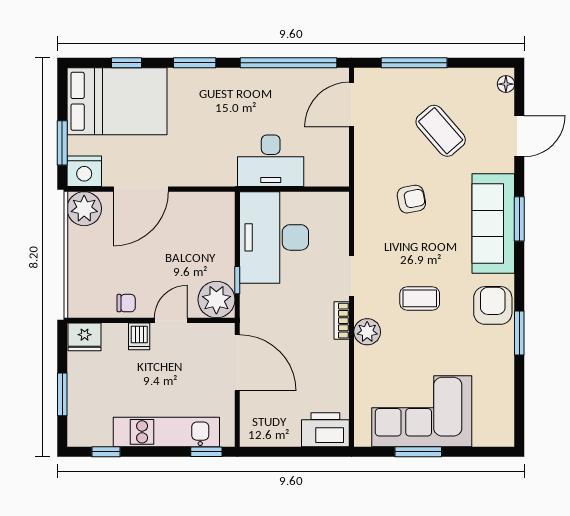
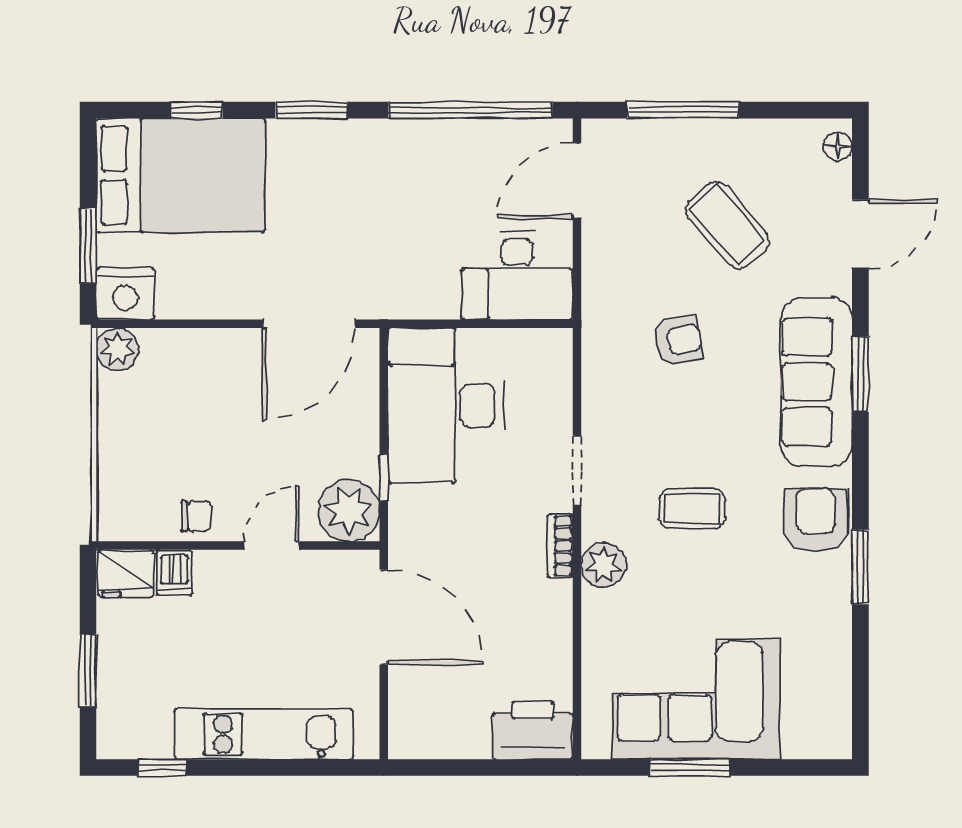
desk: (271, 161) -> (517, 276), moved
door: (141, 189) -> (309, 324), moved
plant: (84, 209) -> (117, 349), width x0.73, depth x0.73
dishwasher: (139, 336) -> (174, 573), moved
window: (206, 452) -> (332, 767), removed

